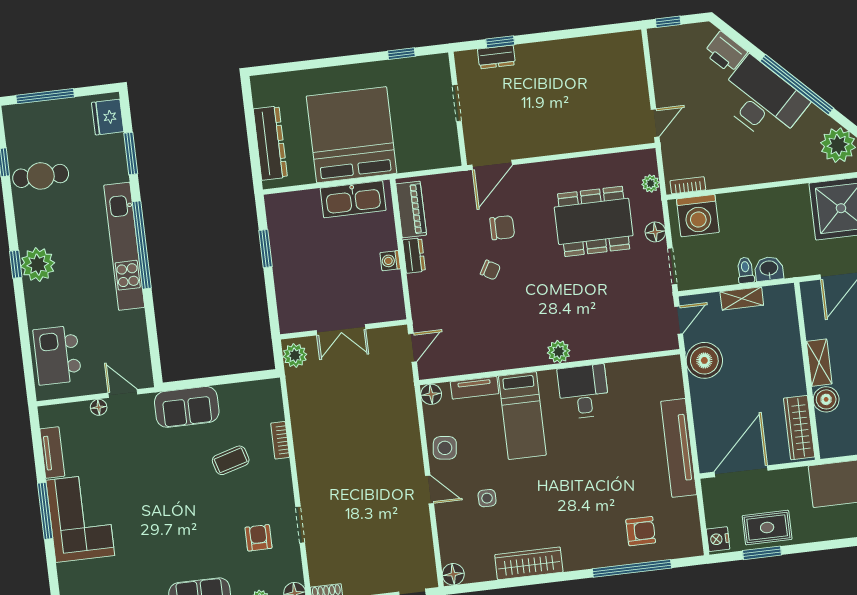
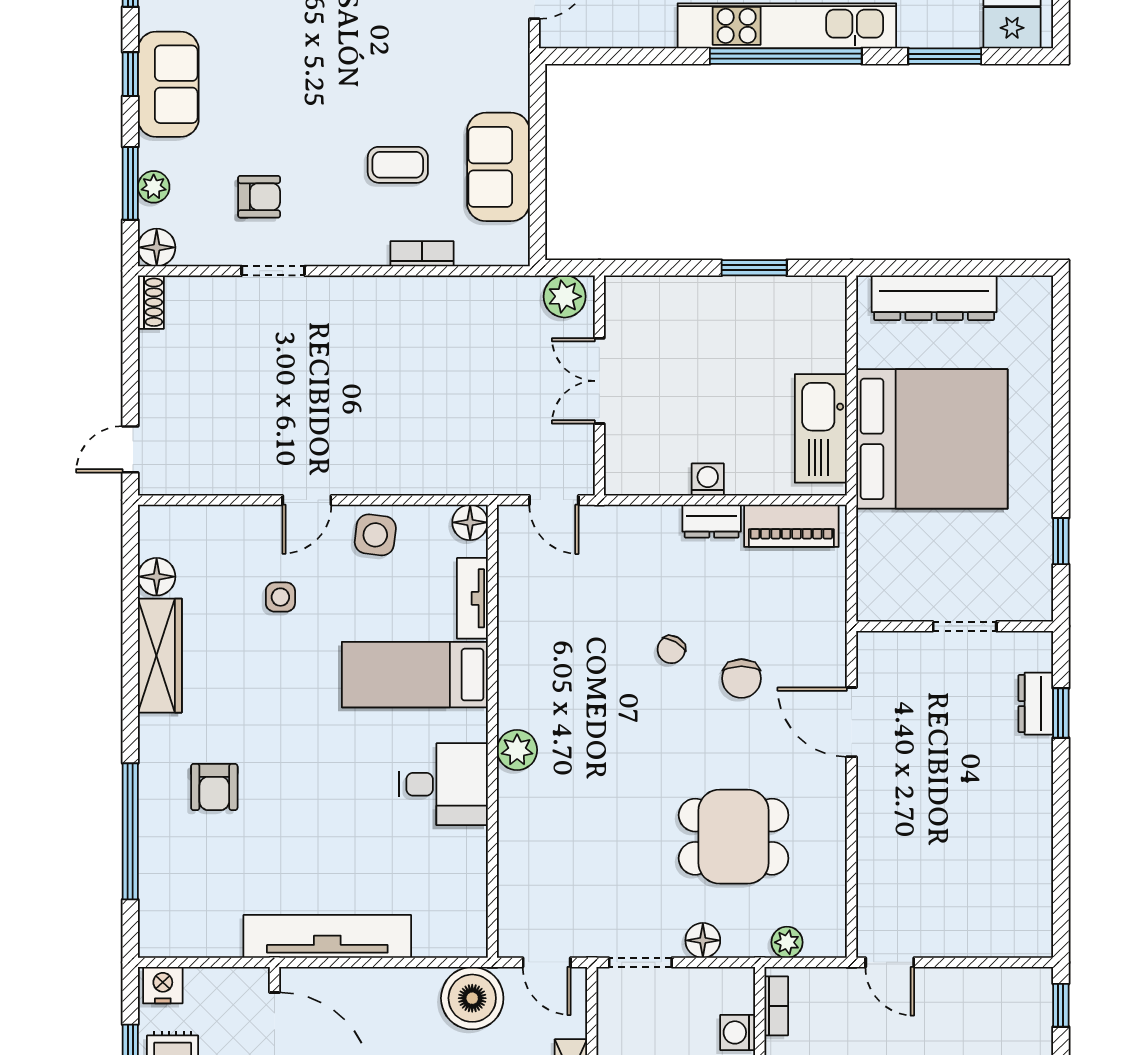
door: (492, 165) -> (852, 722), moved
washing machine: (698, 216) -> (738, 1032), width x0.53, depth x0.53
dining table: (594, 221) -> (734, 837), width x0.73
sofa: (187, 407) -> (498, 167), moved
coffee table: (231, 460) -> (398, 165), turned -74
armchair: (641, 531) -> (214, 787), moved
floor lamp: (453, 574) -> (157, 577), moved

